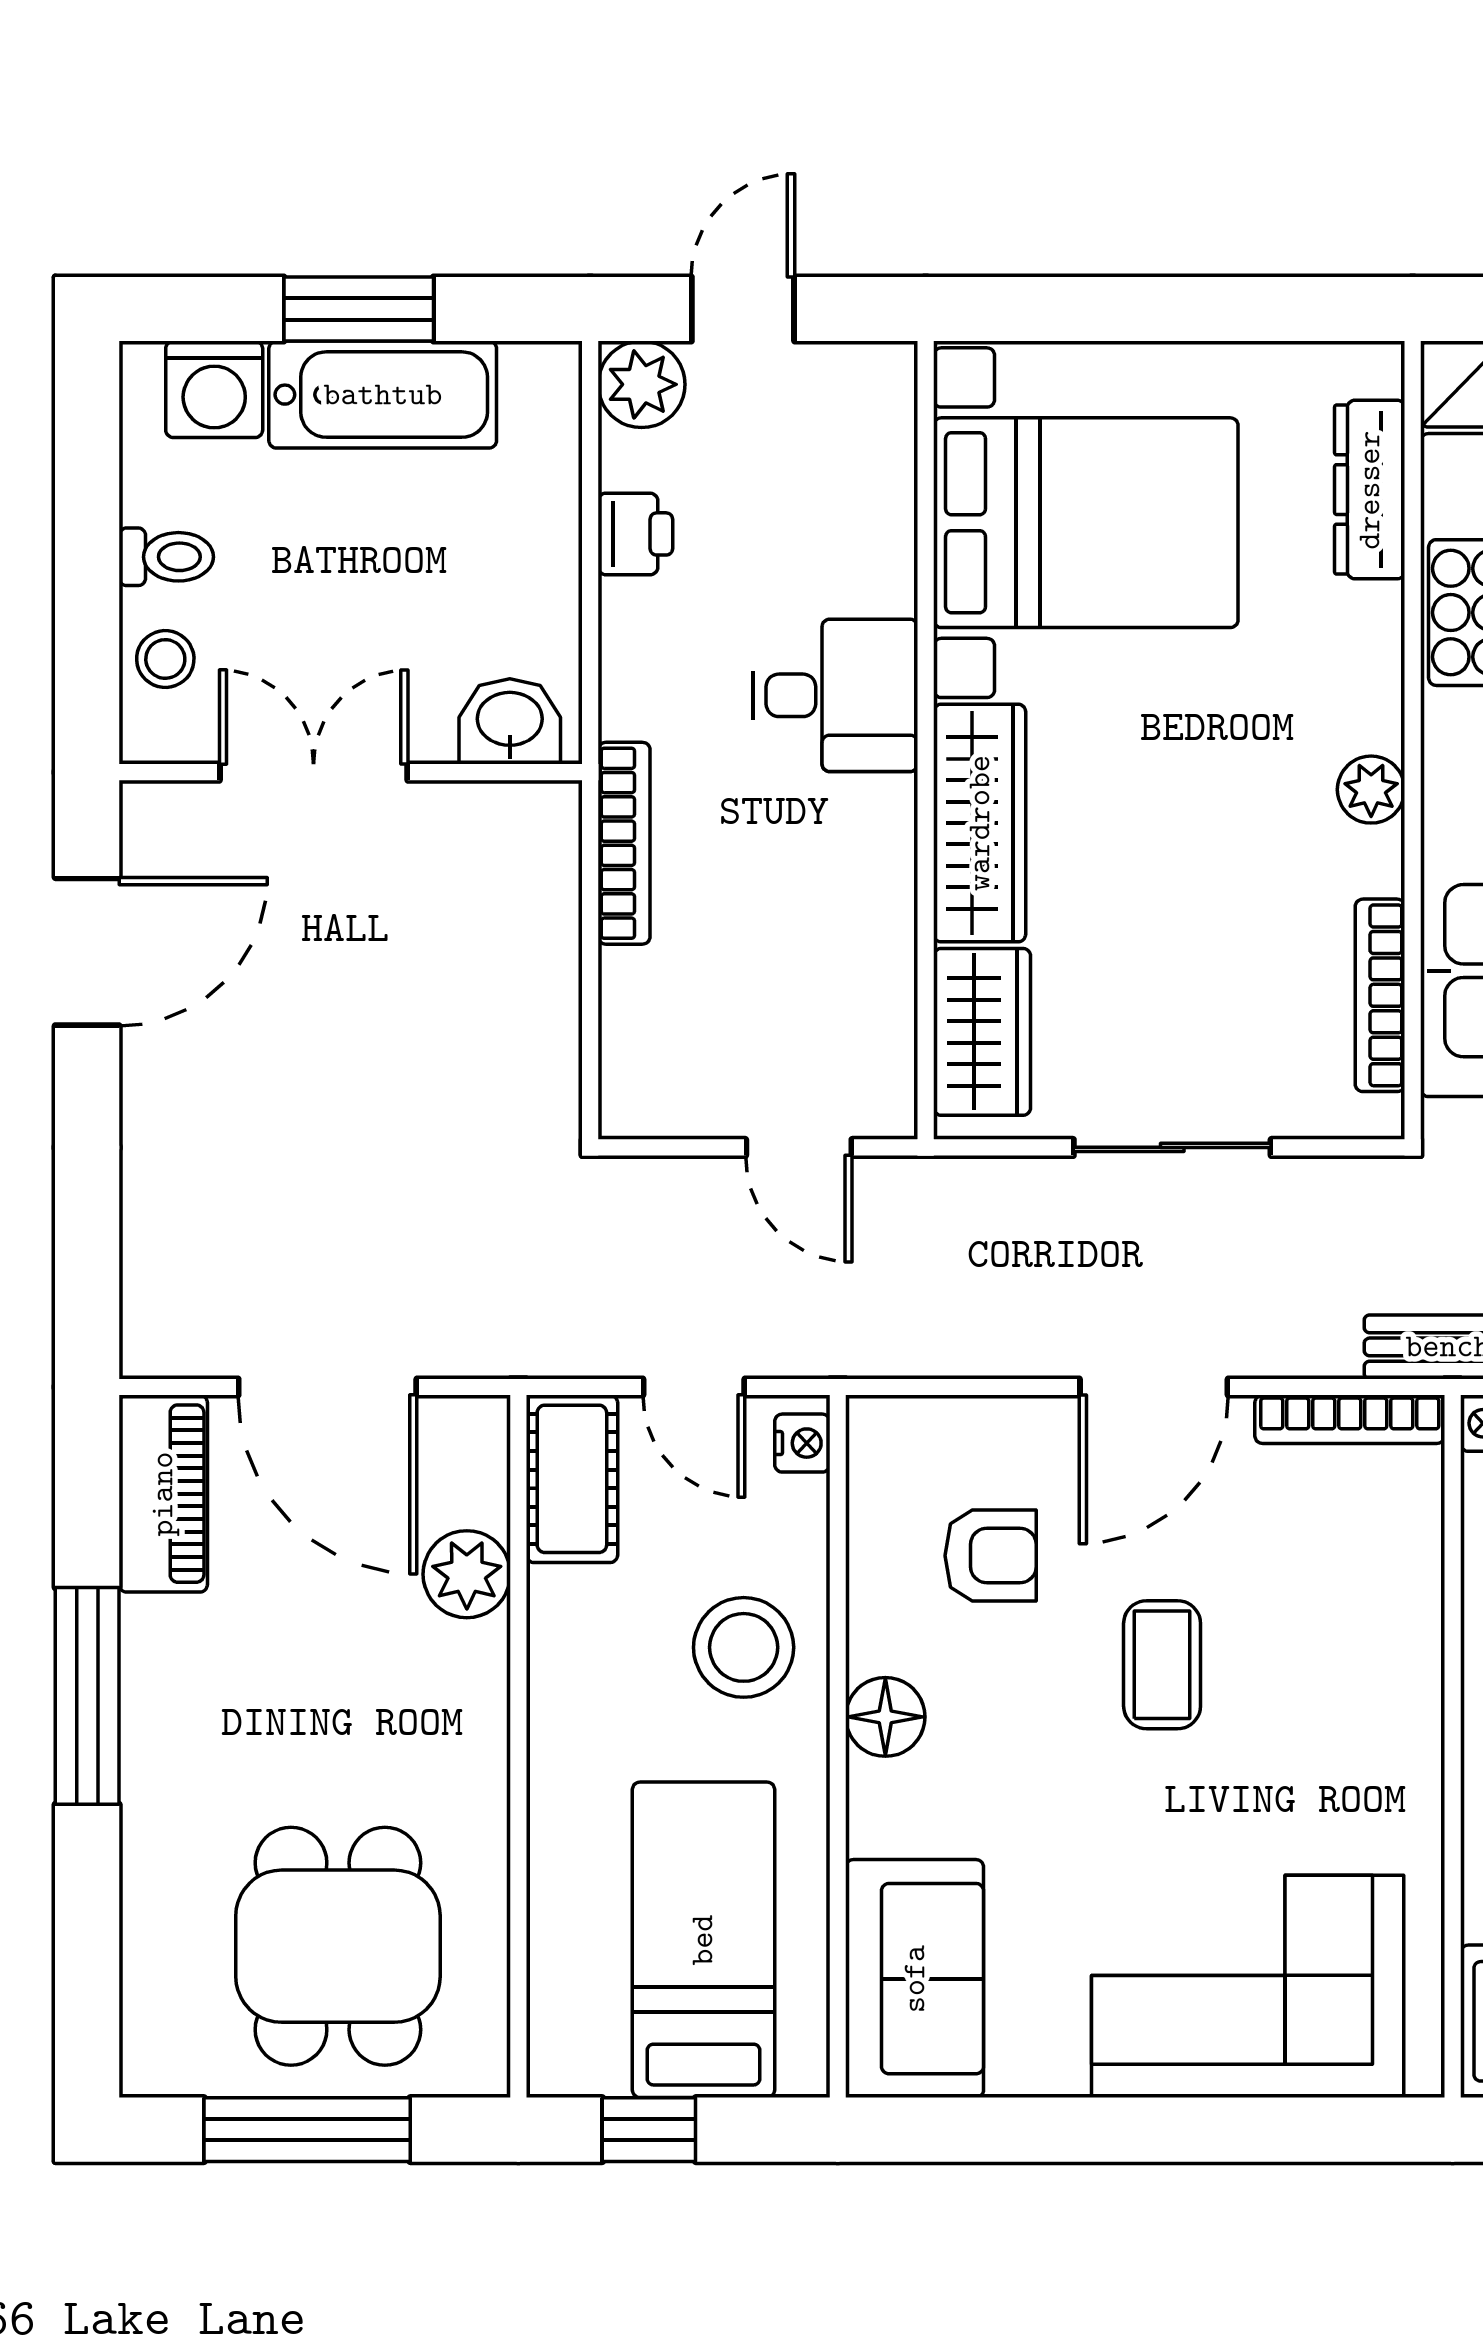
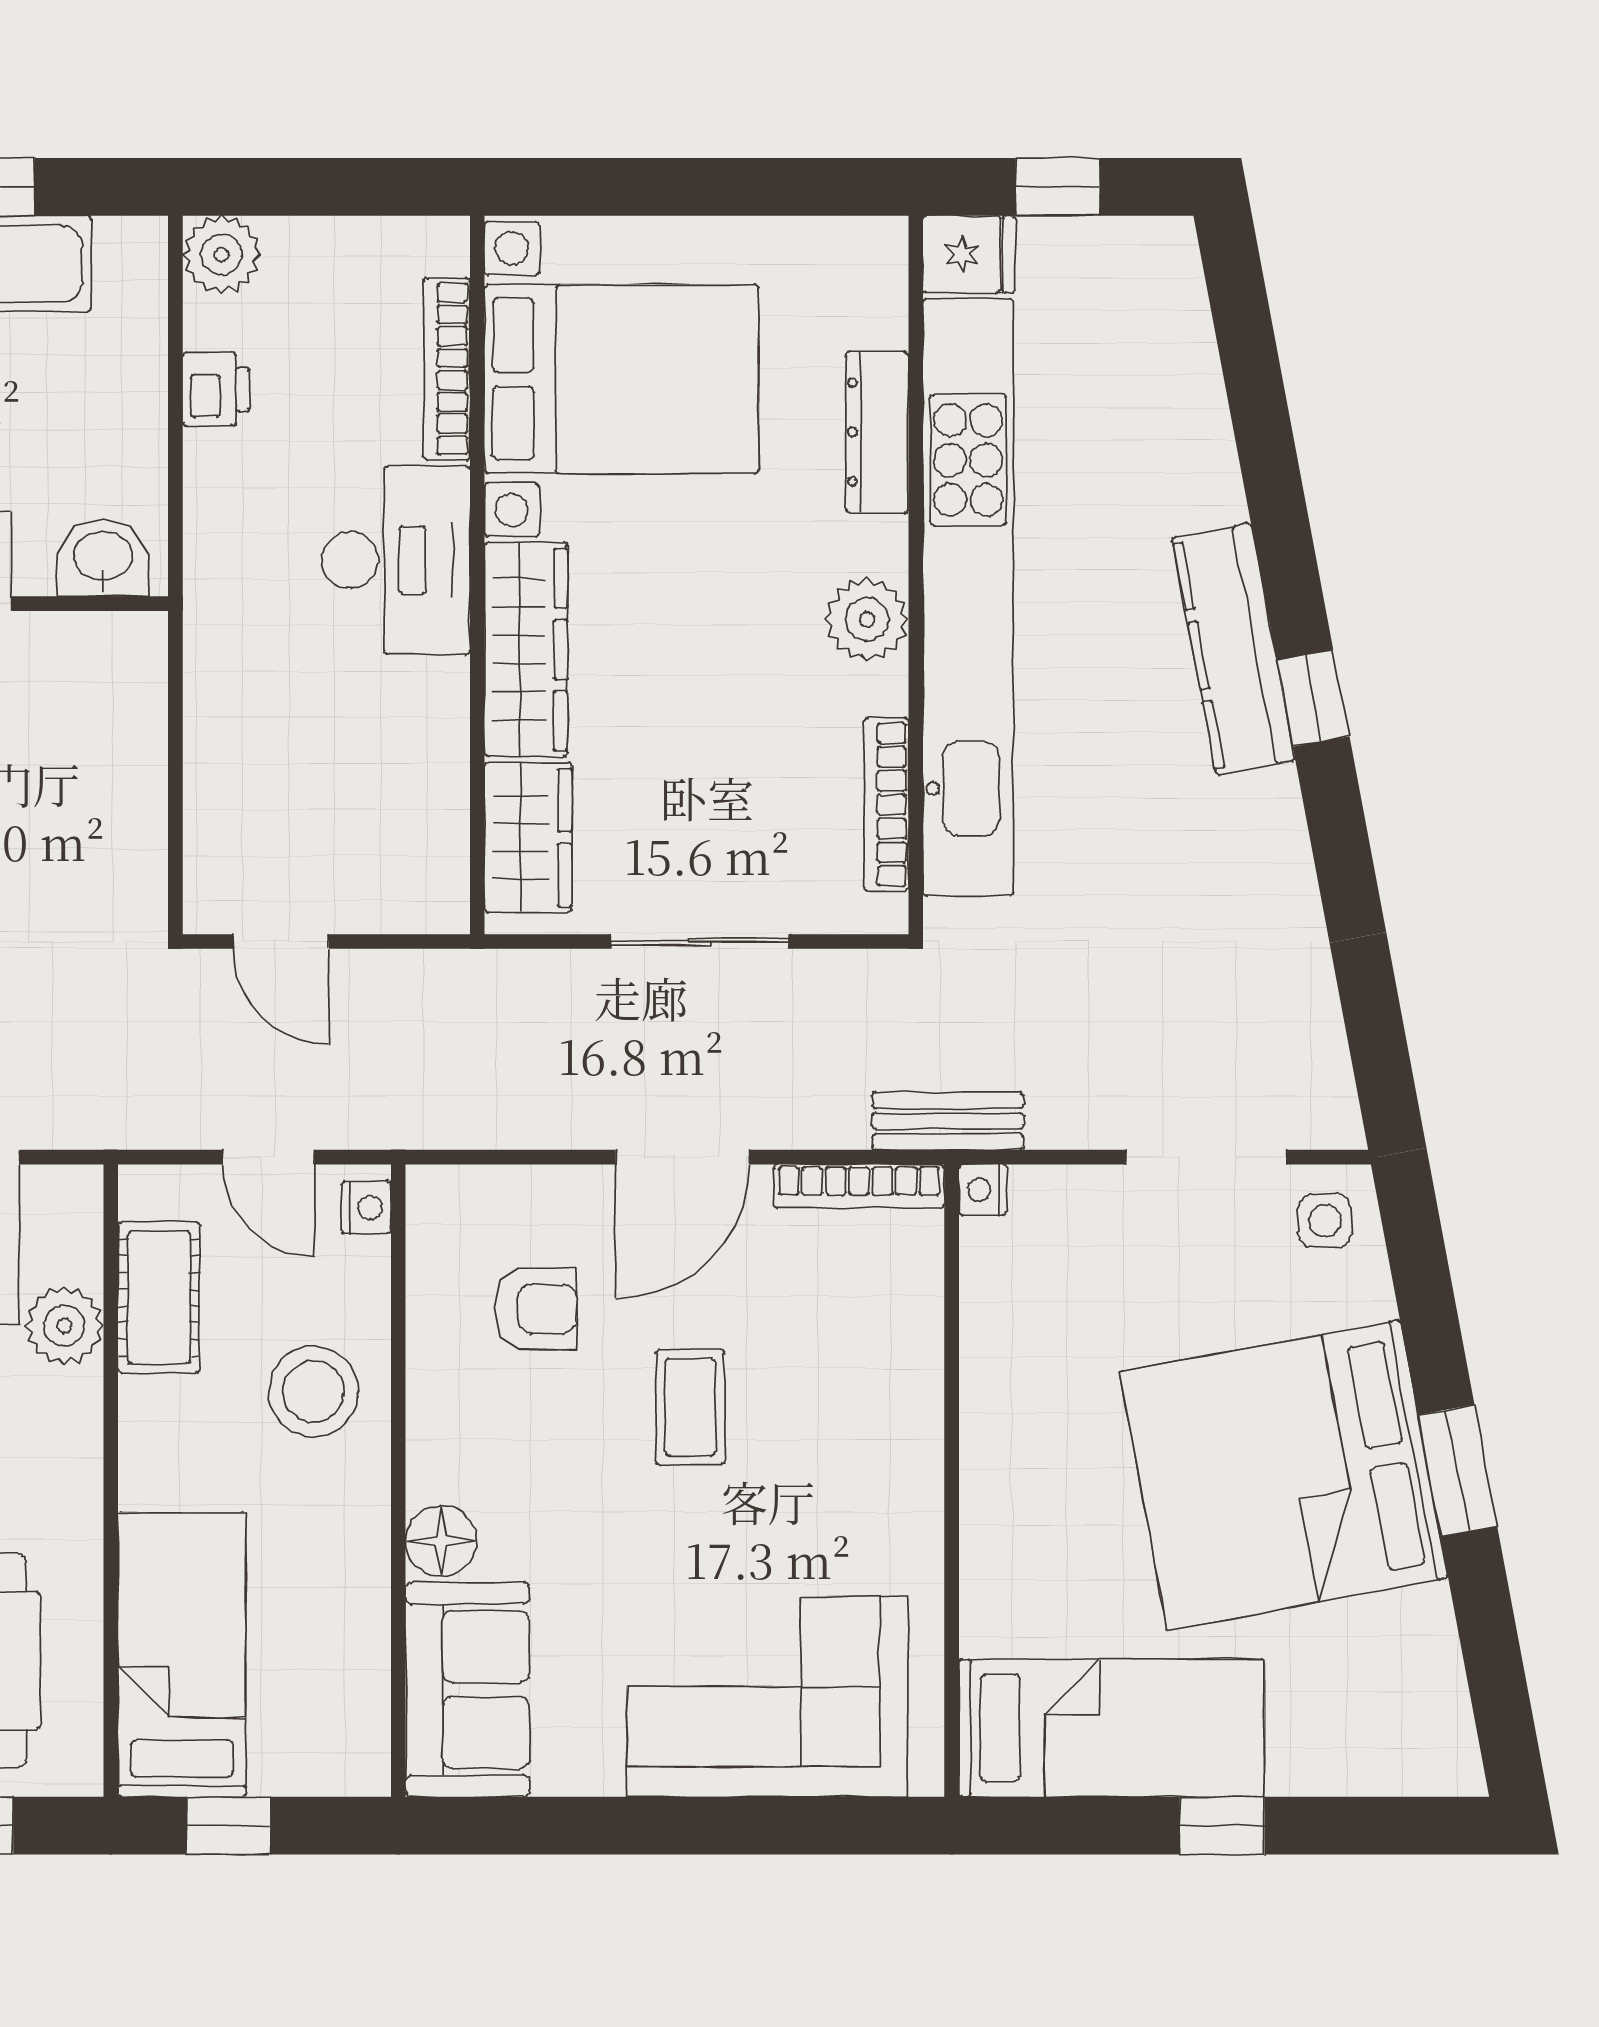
door: (743, 309) -> (313, 187), removed
dresser: (1370, 490) -> (877, 432), moved
desk: (835, 695) -> (396, 560), width x1.37
plant: (1371, 790) -> (867, 619), width x1.38, depth x1.38
bookcase: (624, 843) -> (447, 369), moved, turned 180
door: (799, 1147) -> (281, 941), moved
cot: (572, 1479) -> (159, 1297), moved
floor lamp: (885, 1717) -> (441, 1541), moved
bed: (703, 1940) -> (182, 1655), moved

